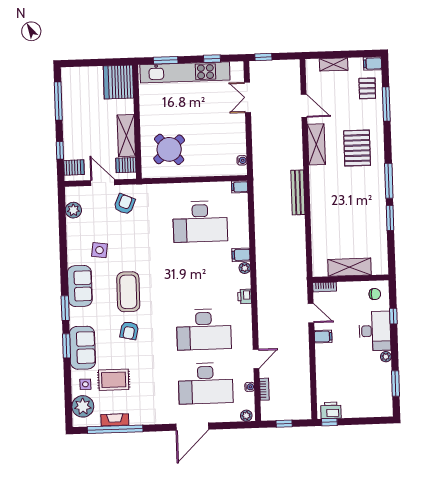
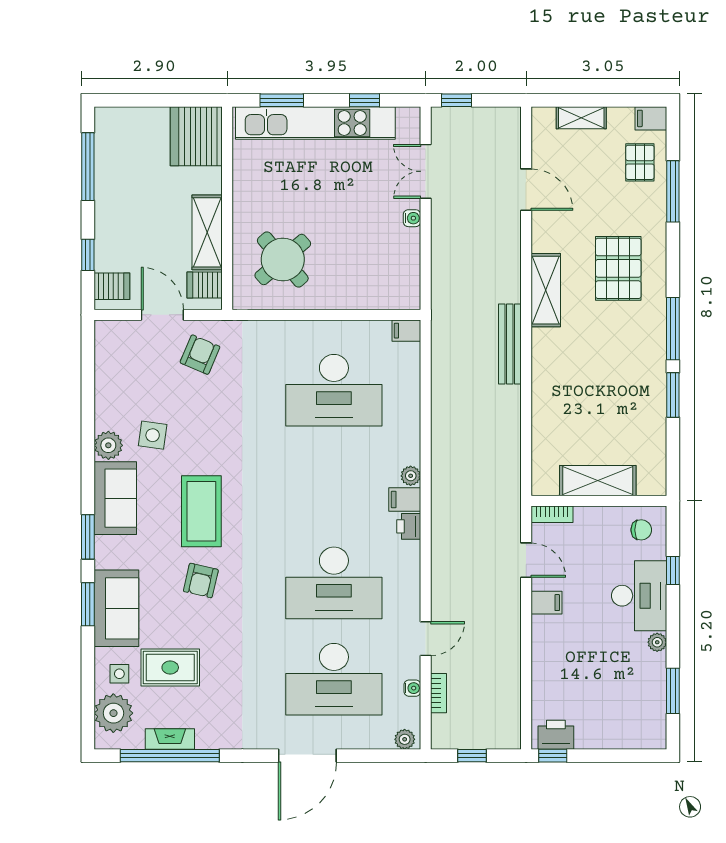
shelving: (316, 144) -> (546, 290), moved
water cooler: (242, 160) -> (412, 218), moved
plant: (73, 210) -> (108, 445), moved
filing cabinet: (241, 255) -> (405, 500), moved

